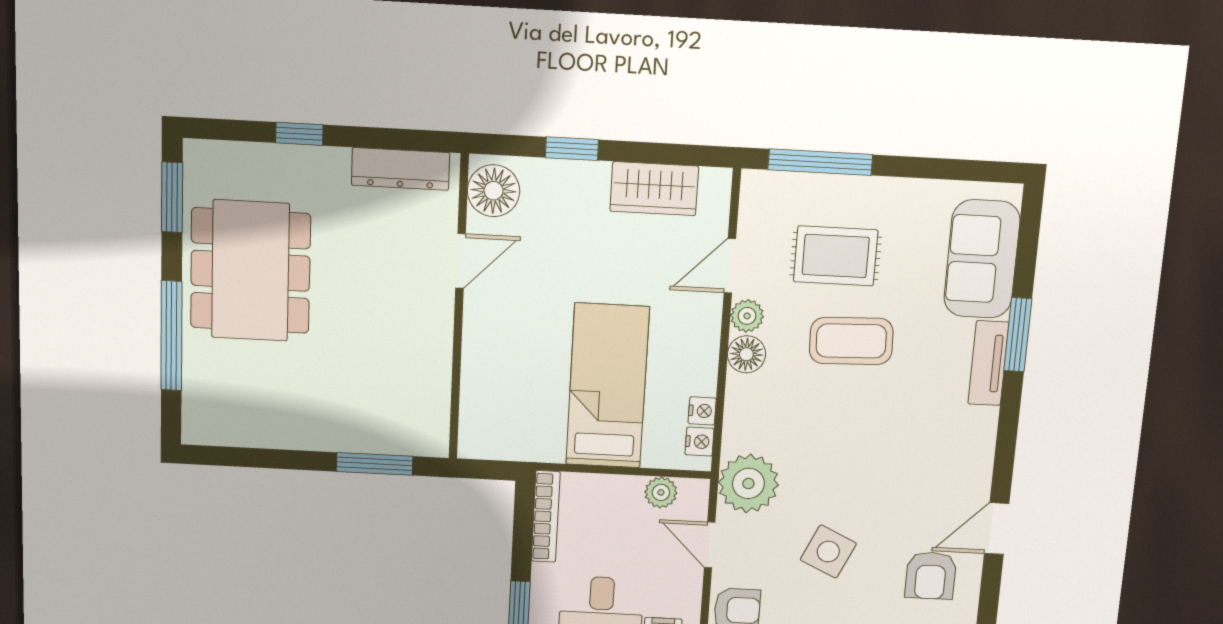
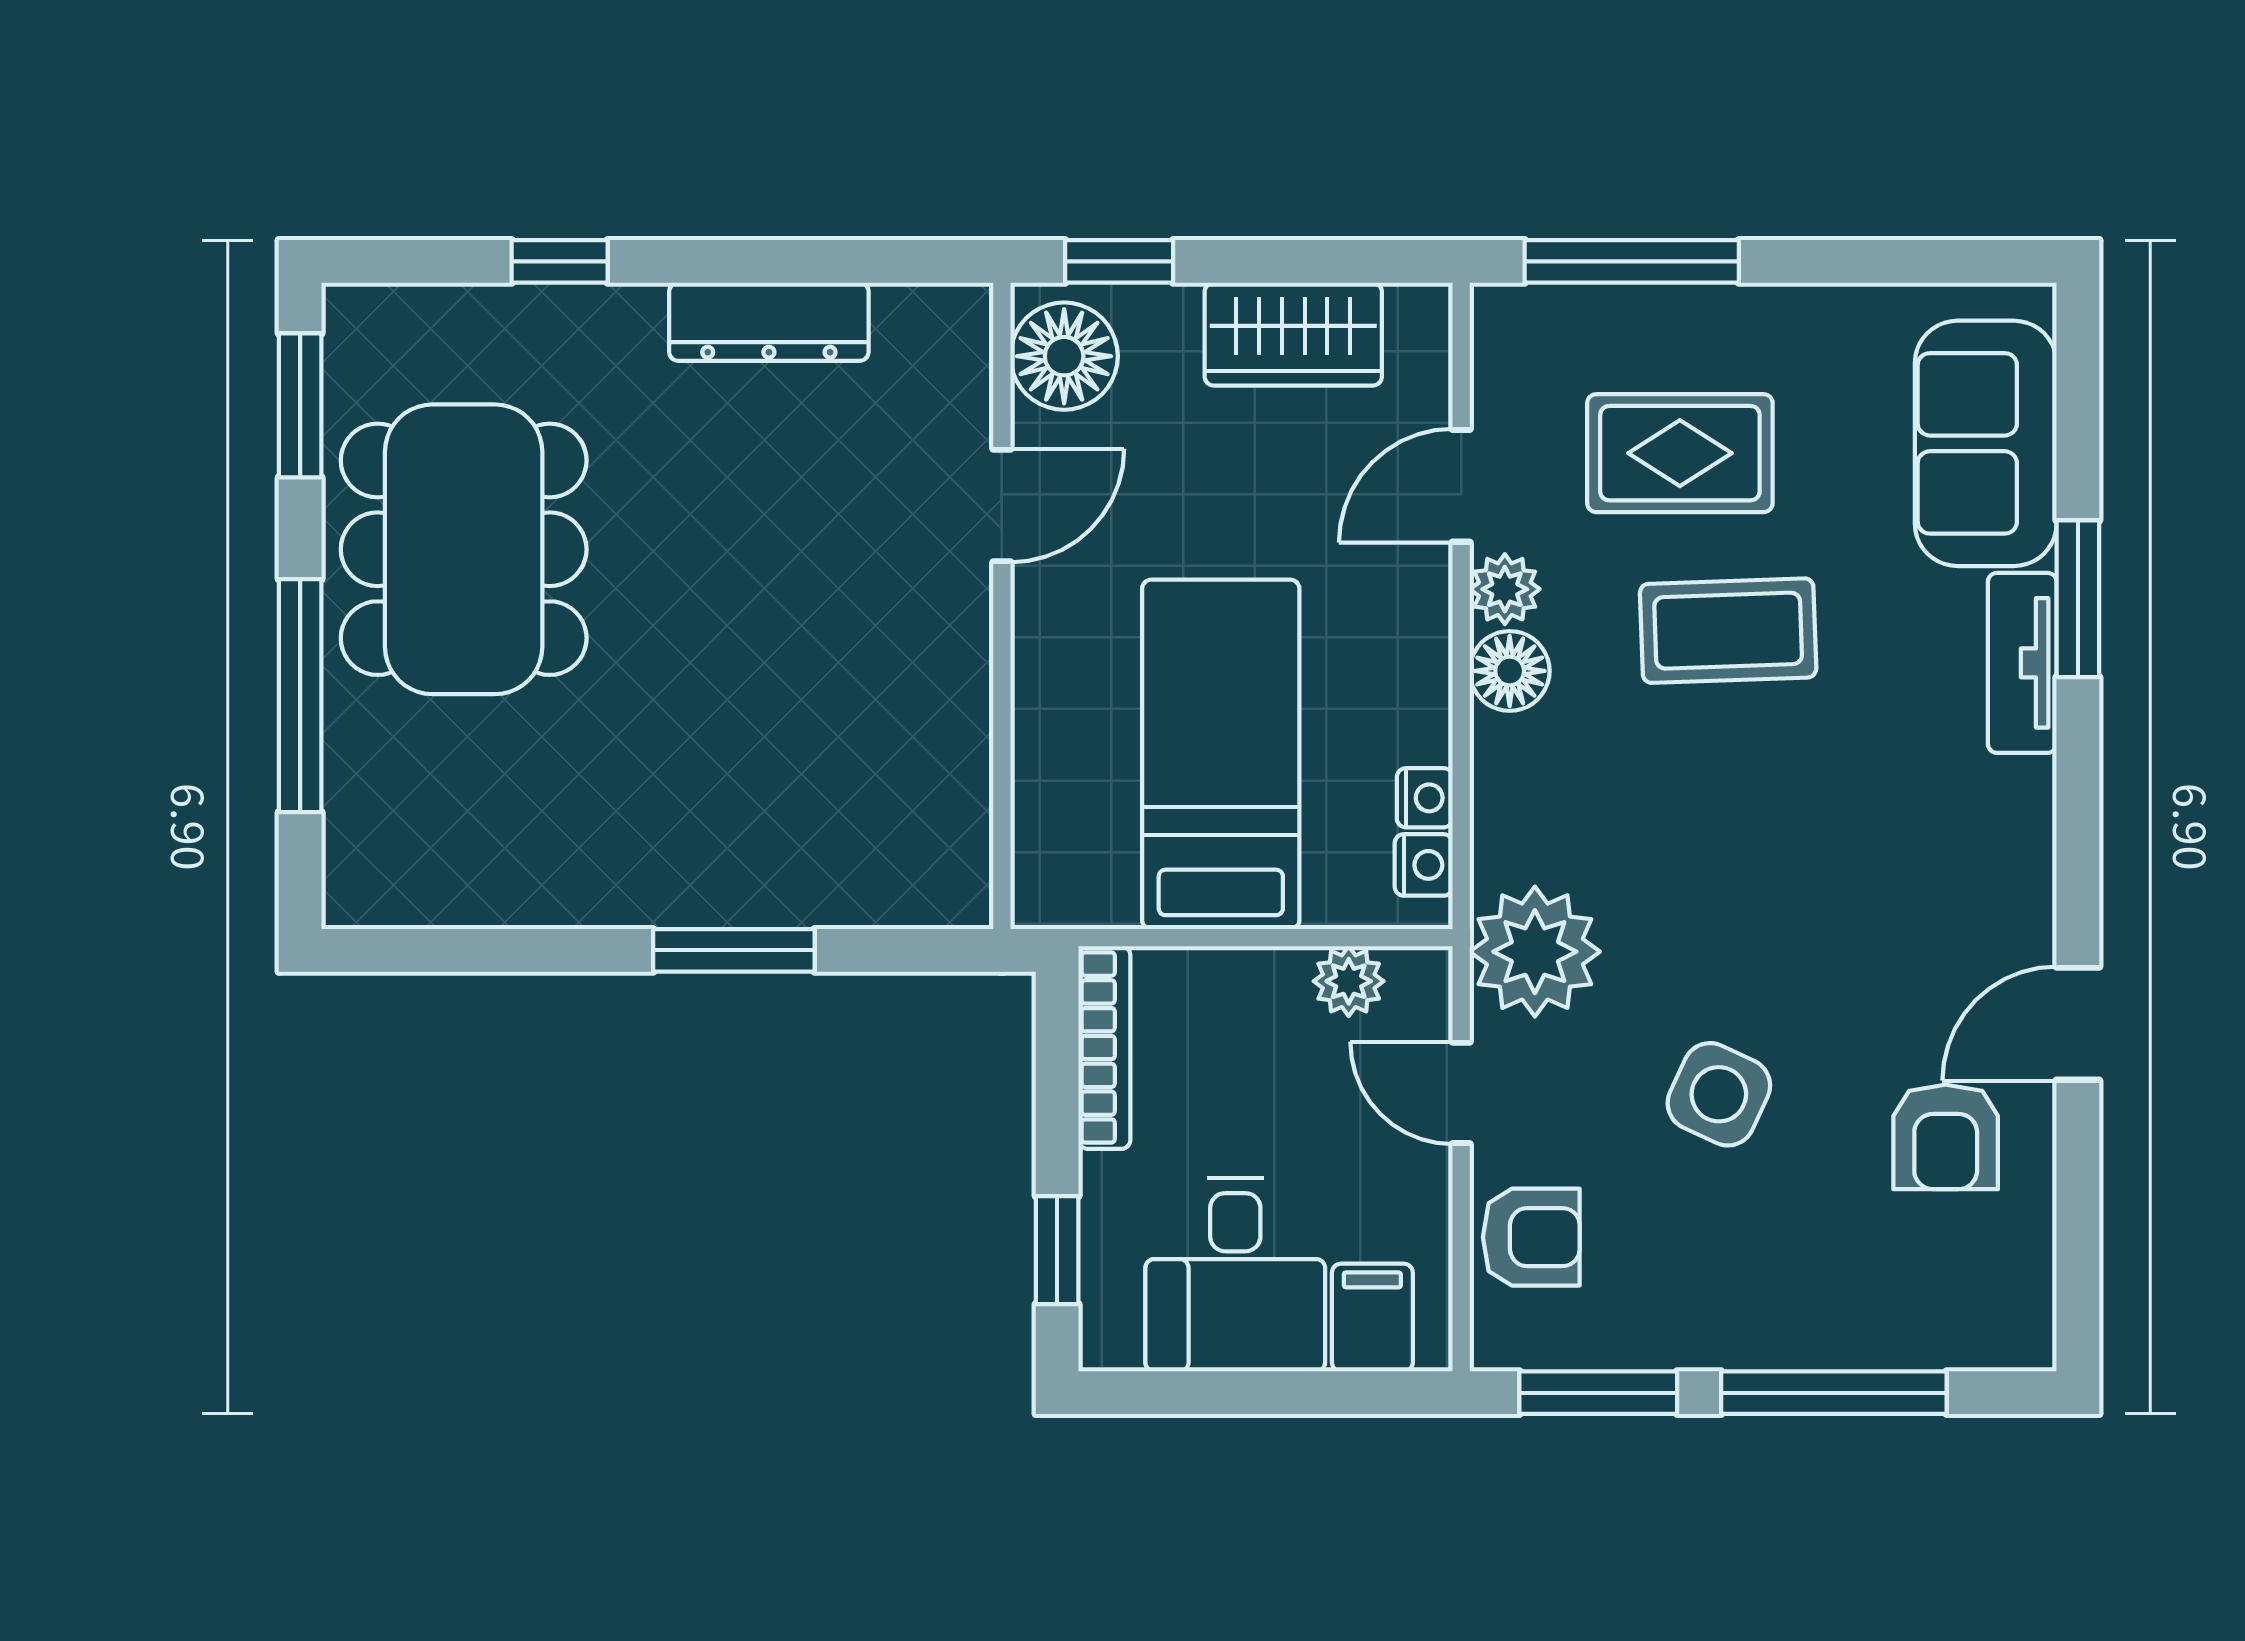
floor lamp: (494, 191) -> (1064, 356), moved
door: (461, 261) -> (1002, 505), moved
wall: (459, 309) -> (1002, 606), moved

